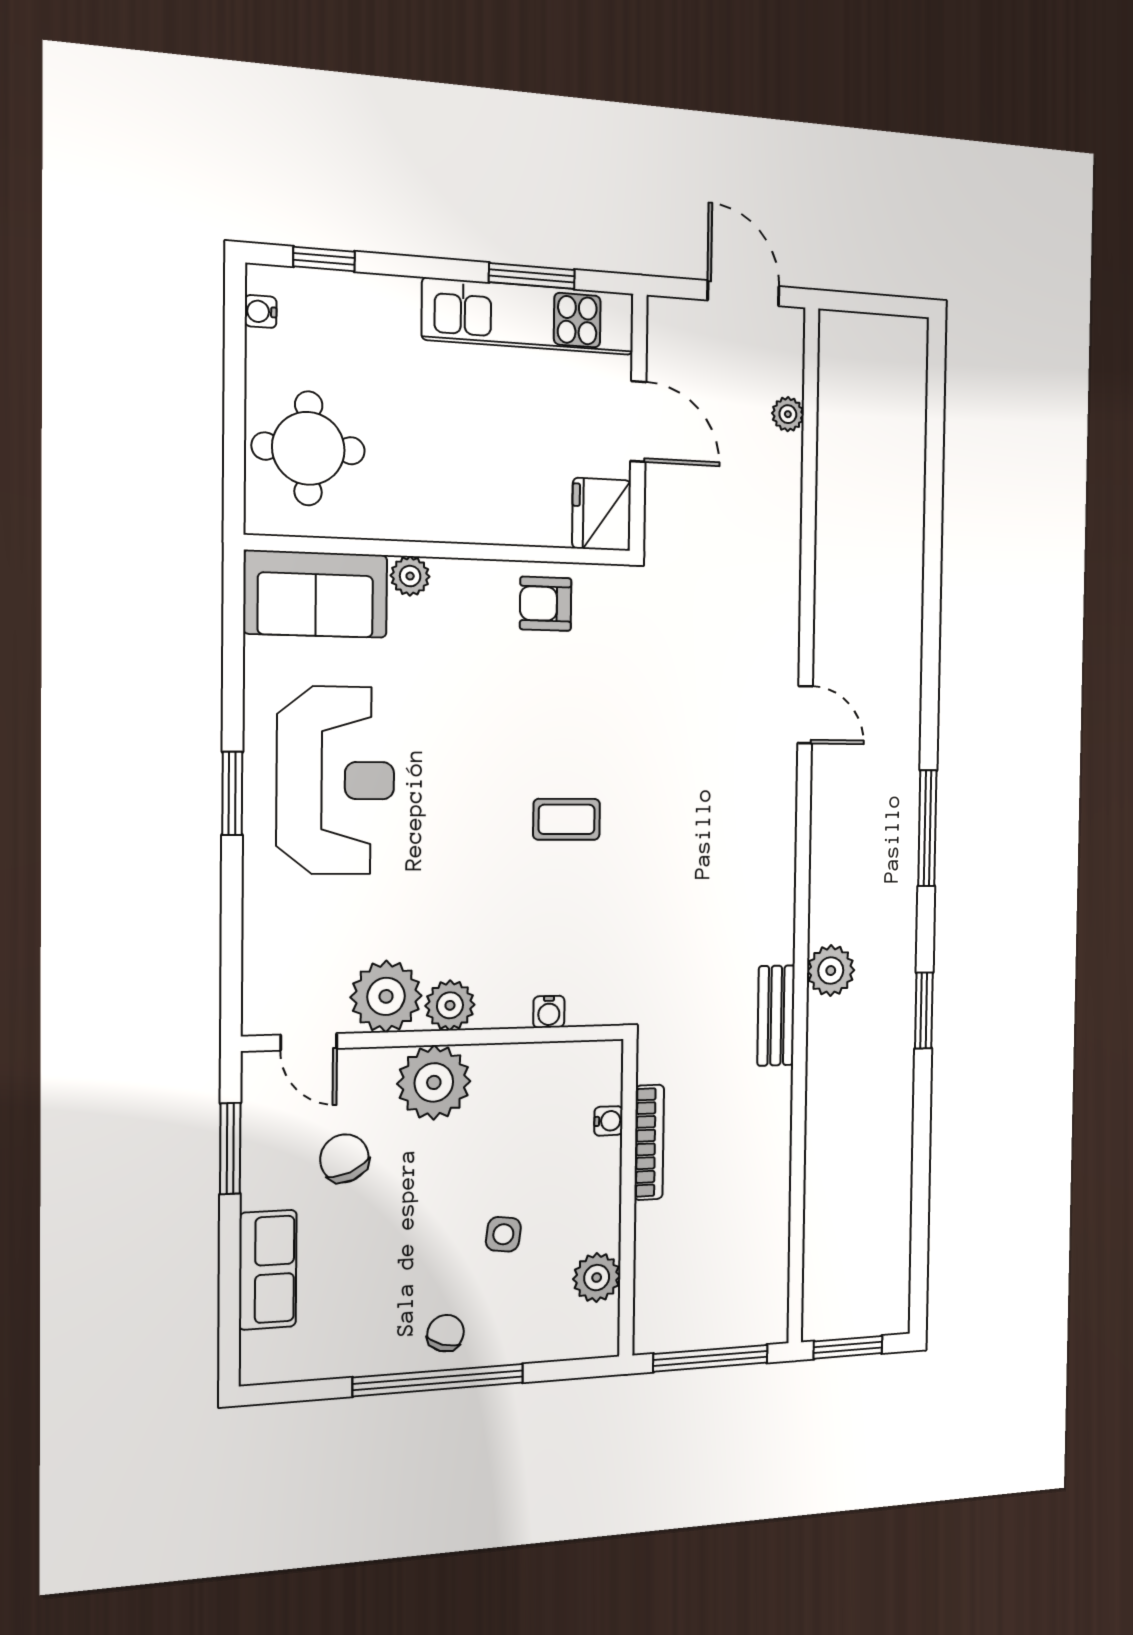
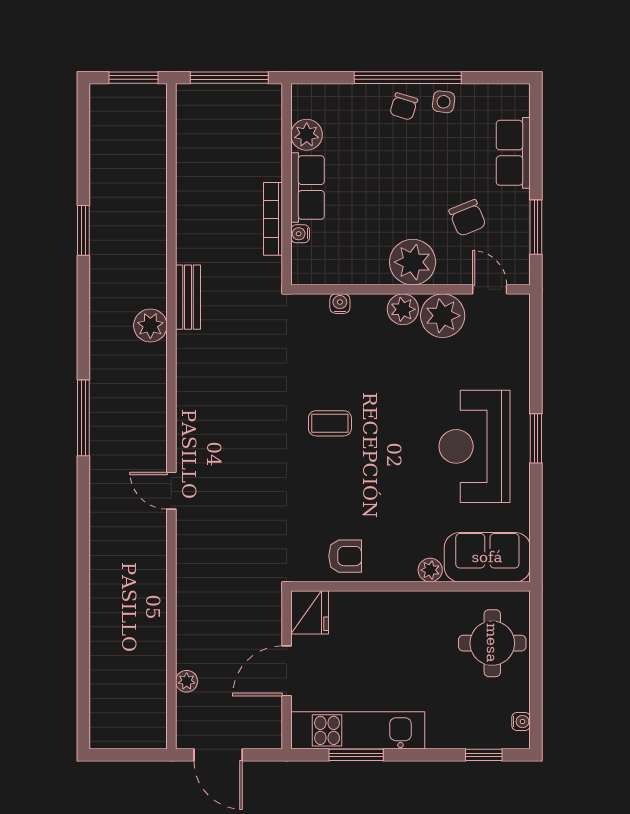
door: (638, 421) -> (287, 671), hinge flipped
window: (924, 1011) -> (83, 230), moved
row of seats: (596, 1195) -> (308, 188), added
side table: (503, 1234) -> (444, 102), moved

